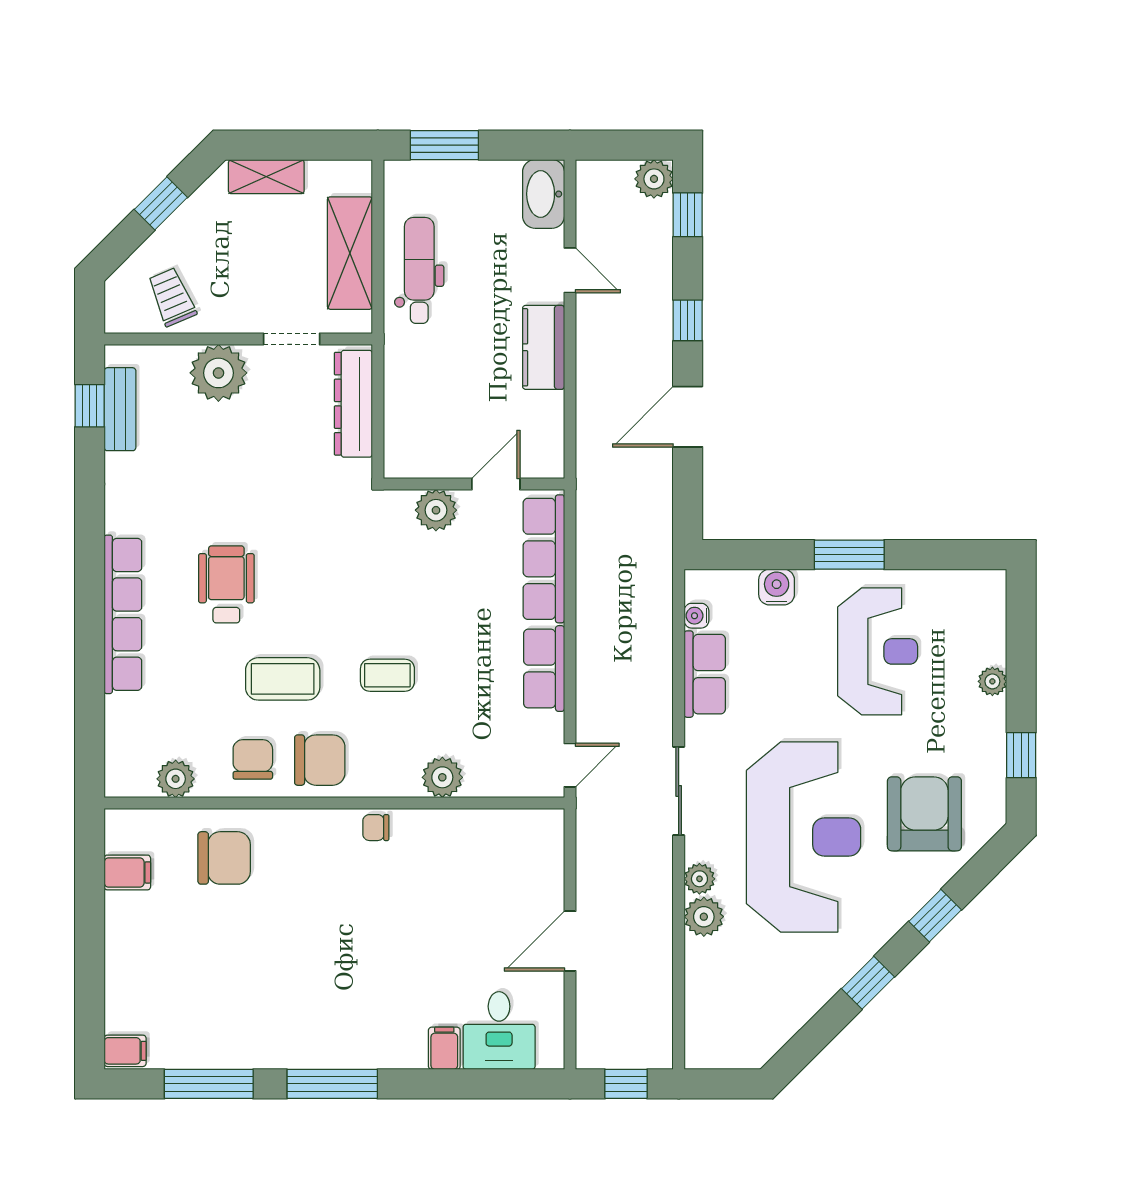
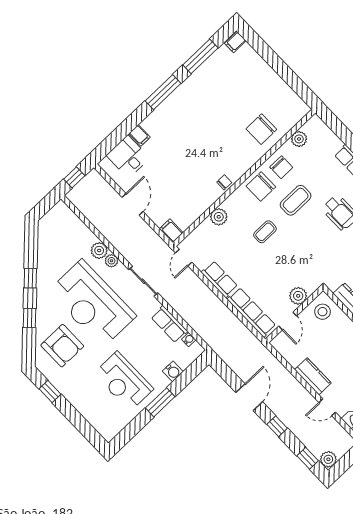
stool: (420, 443) -> (322, 312), added
plant: (992, 681) -> (80, 405), removed
filing cabinet: (127, 872) -> (171, 231), moved, turned 90

